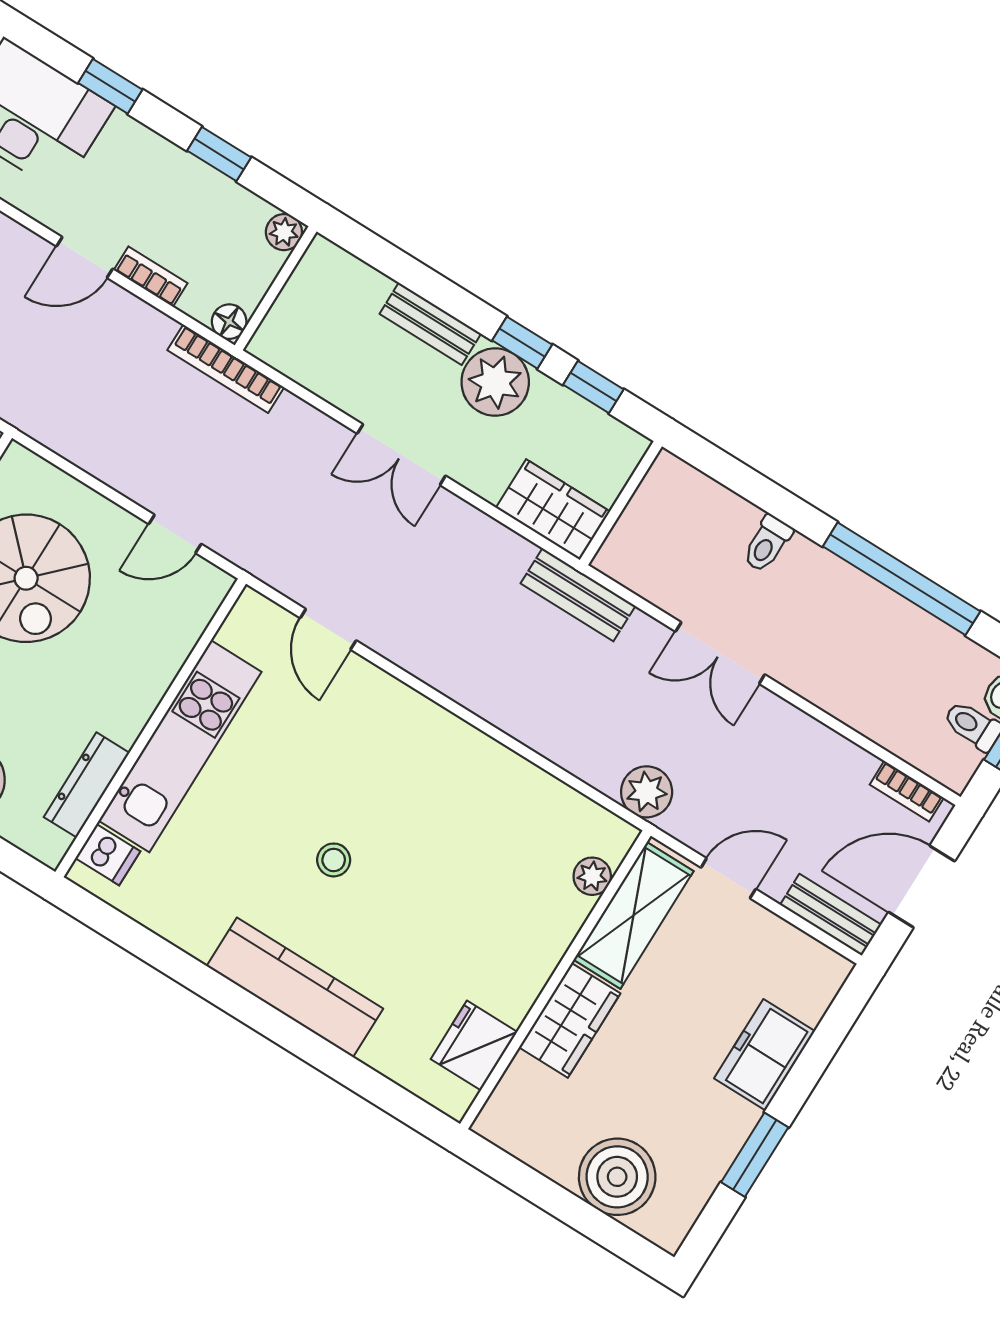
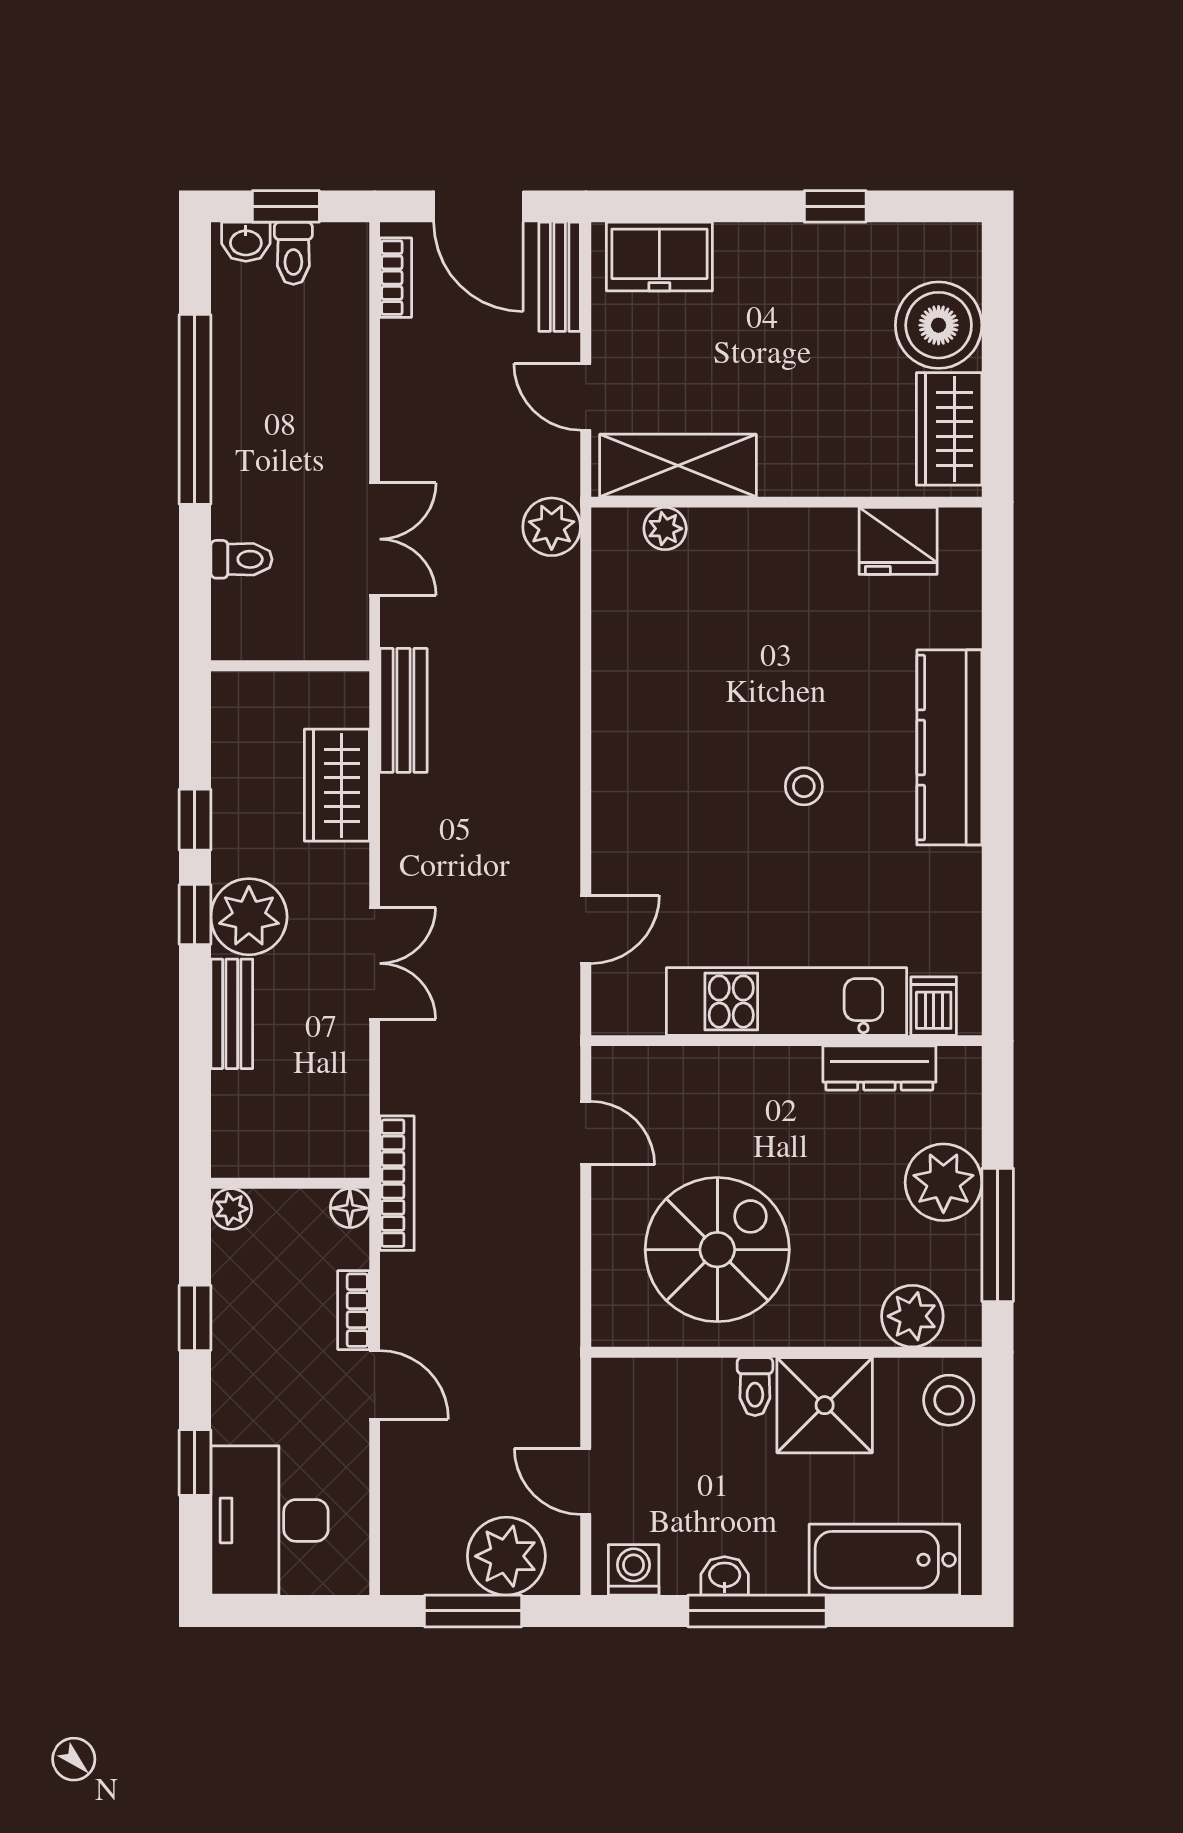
wall: (621, 503) -> (290, 666), moved
wardrobe: (570, 1020) -> (949, 429), moved, turned -90
freezer: (765, 1055) -> (659, 257), moved
window: (755, 1155) -> (835, 206), width x0.67

